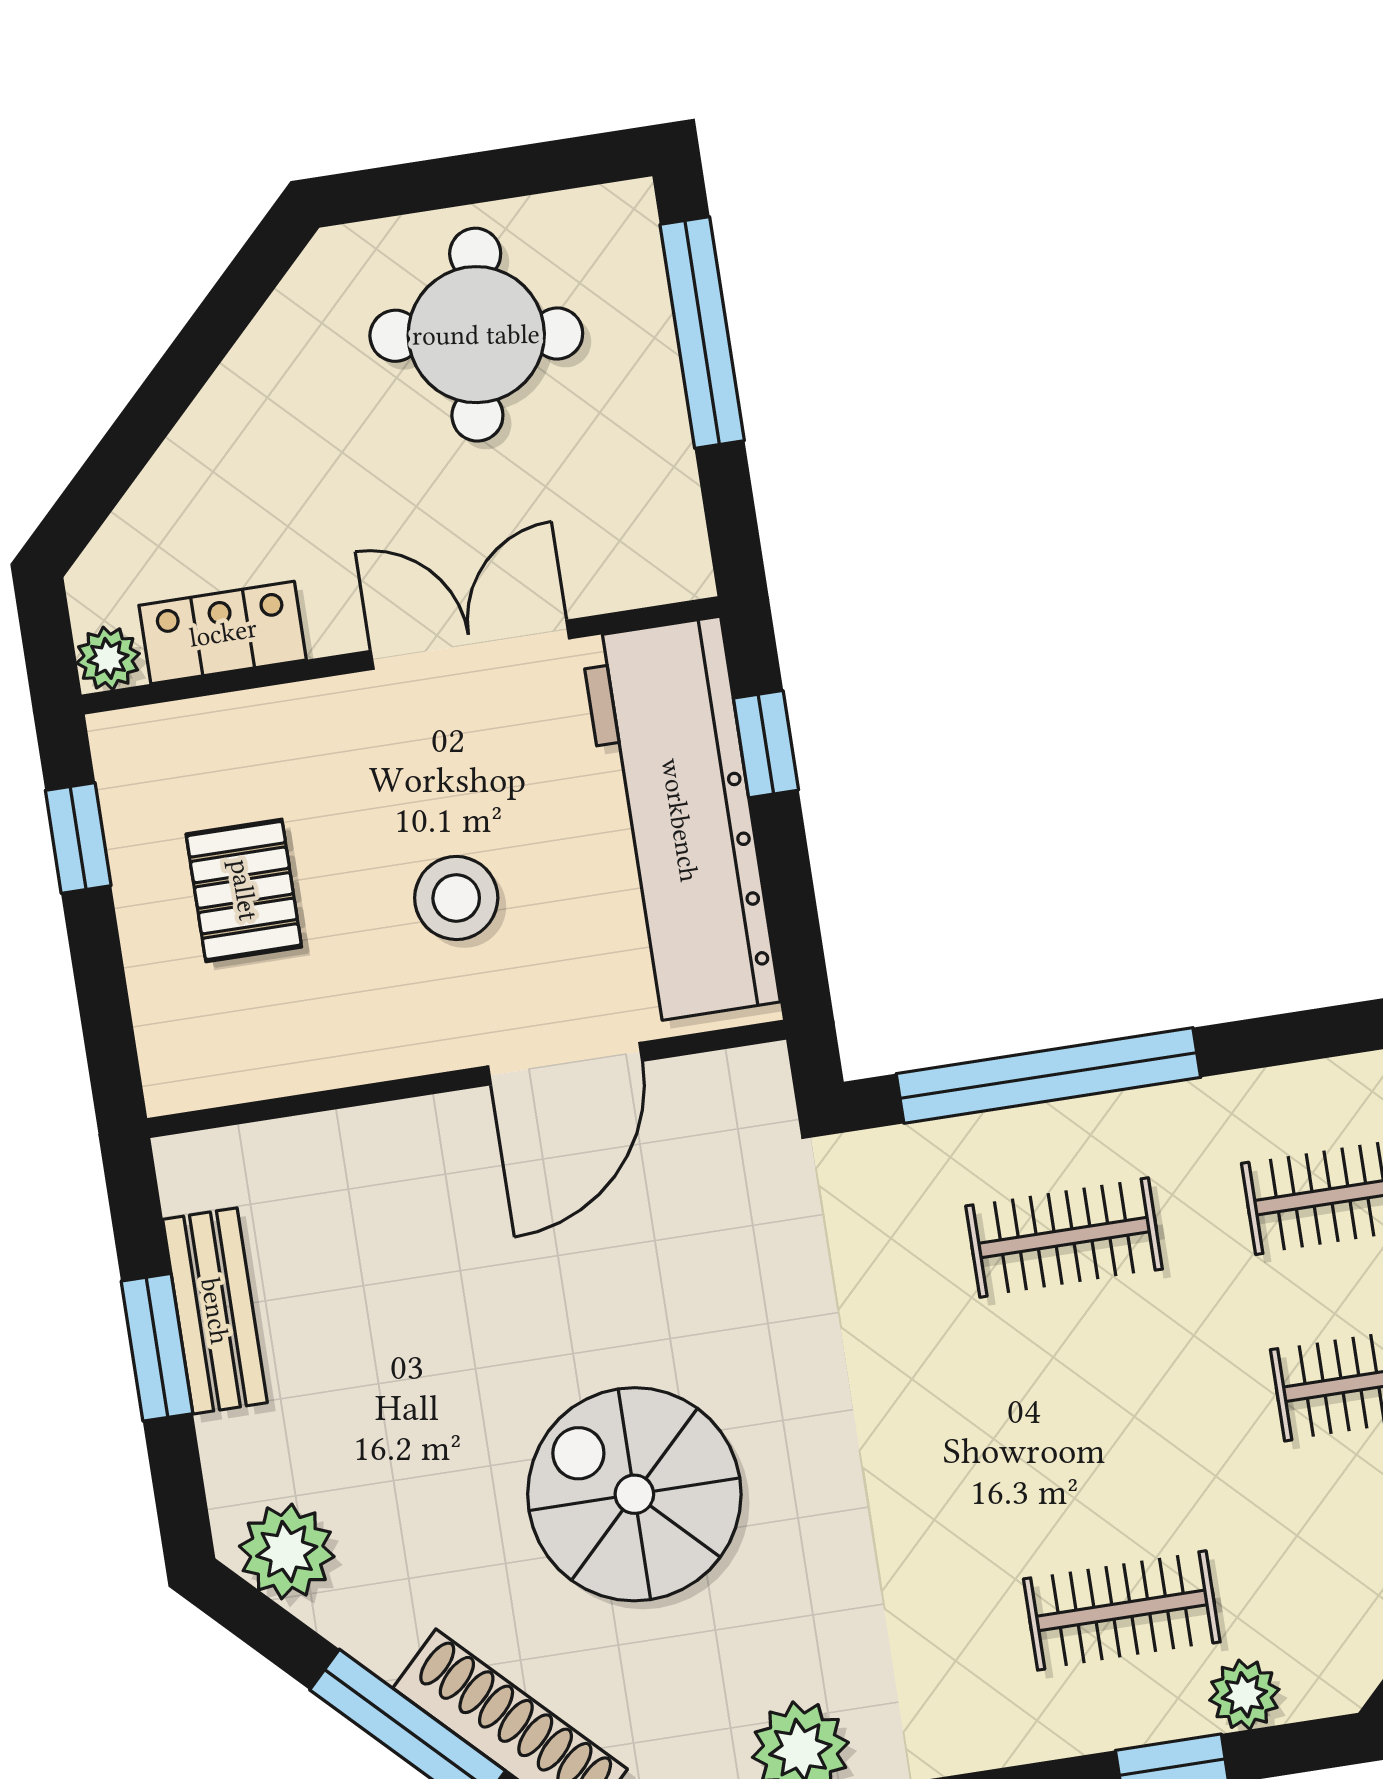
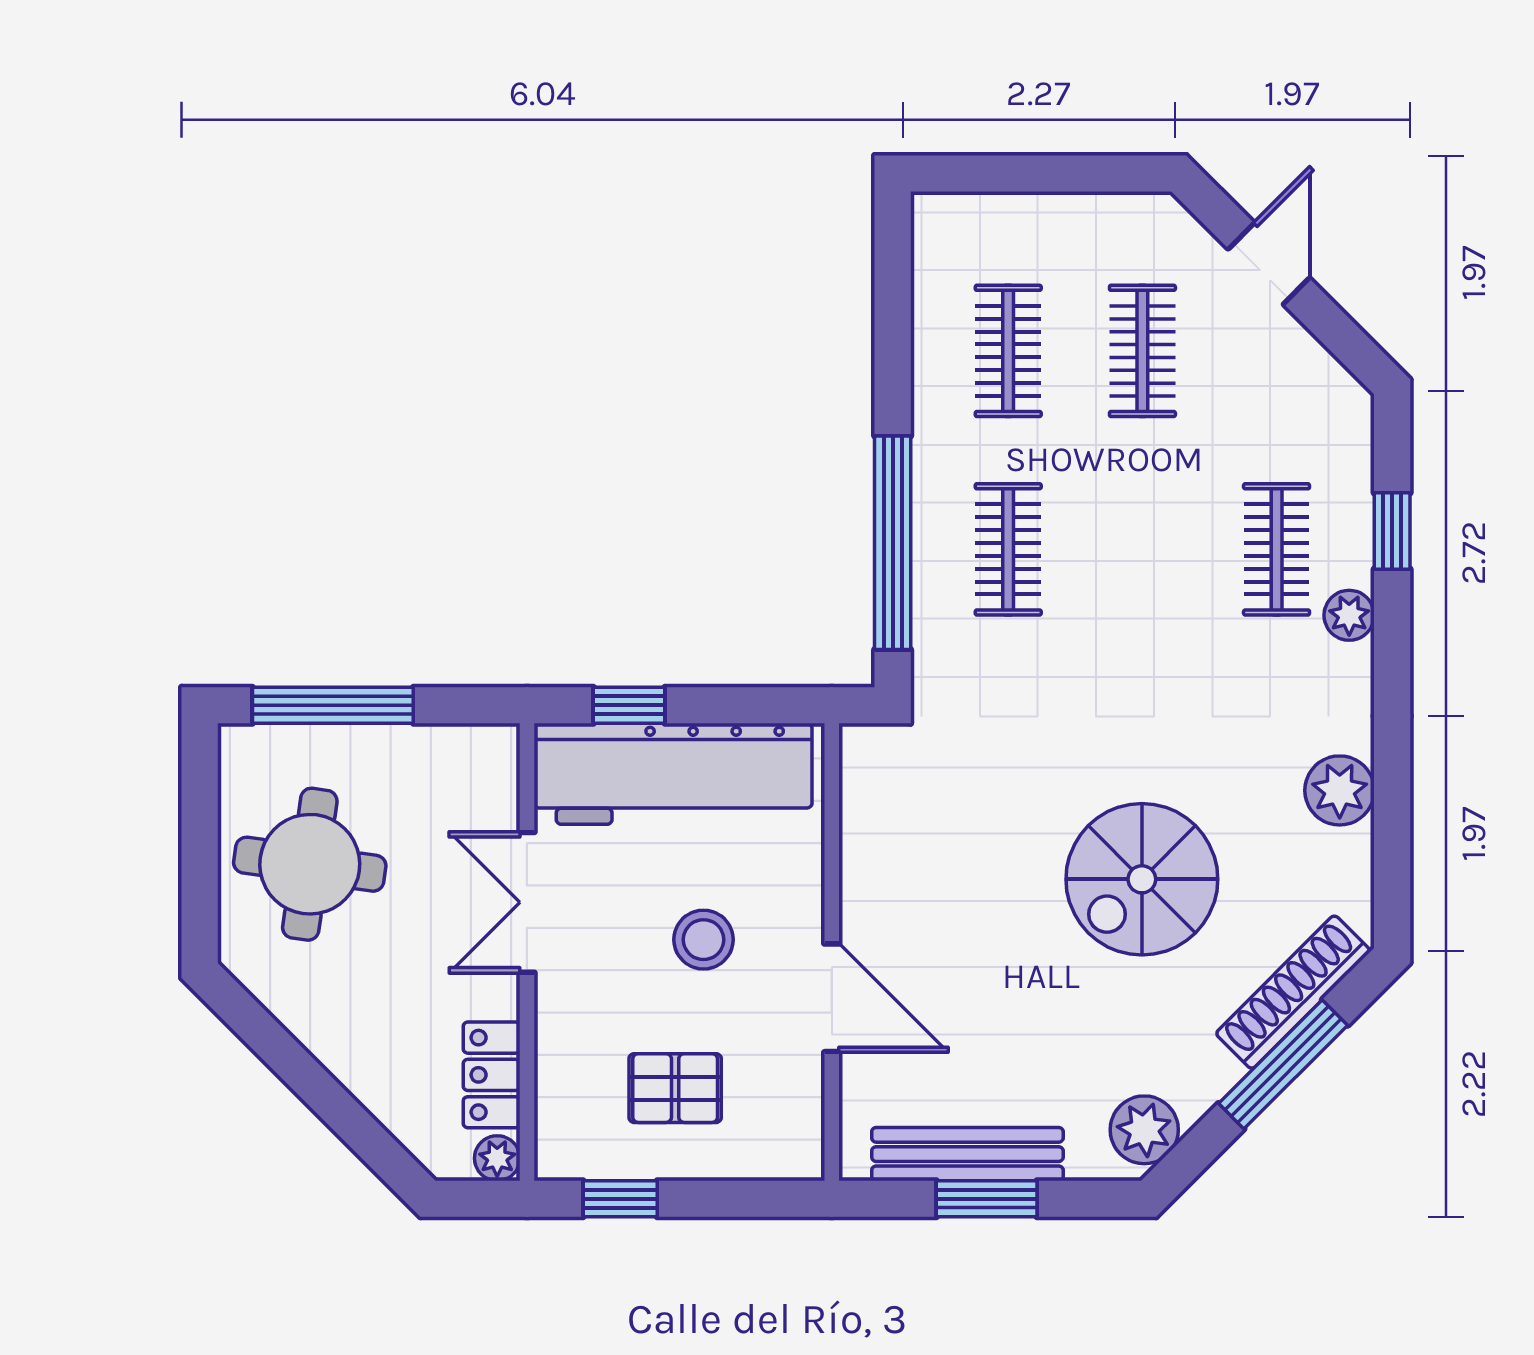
door: (565, 1064) -> (832, 998), moved
bench: (215, 1311) -> (967, 1154), width x1.36
plant: (1244, 1695) -> (1349, 615), moved

